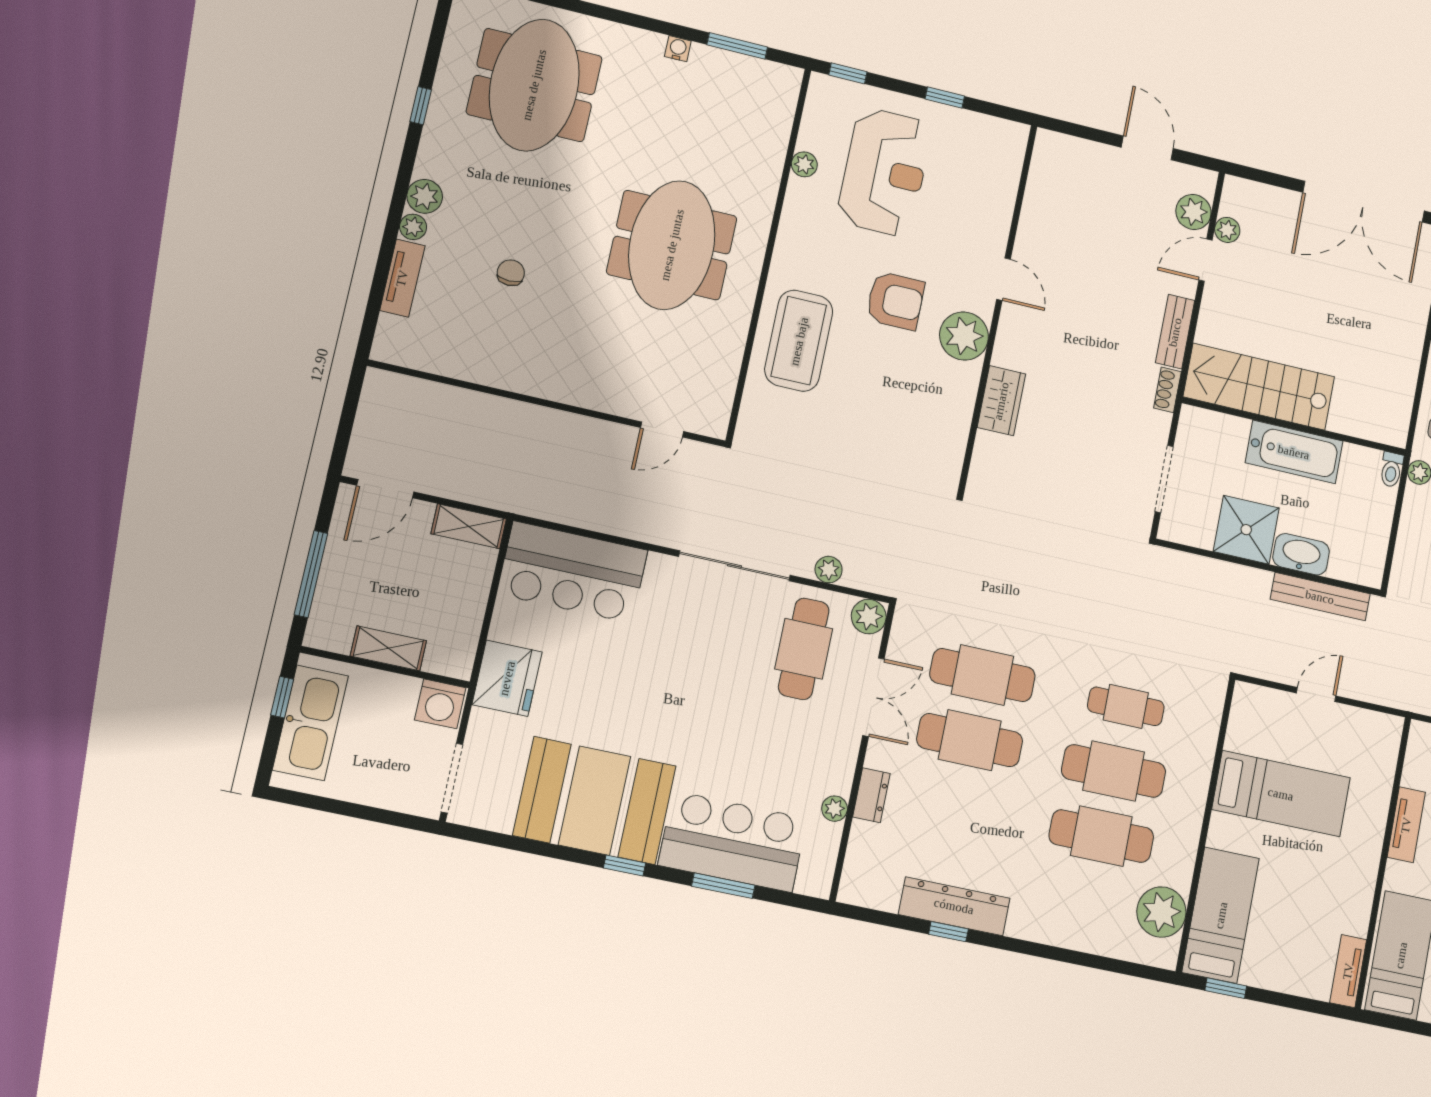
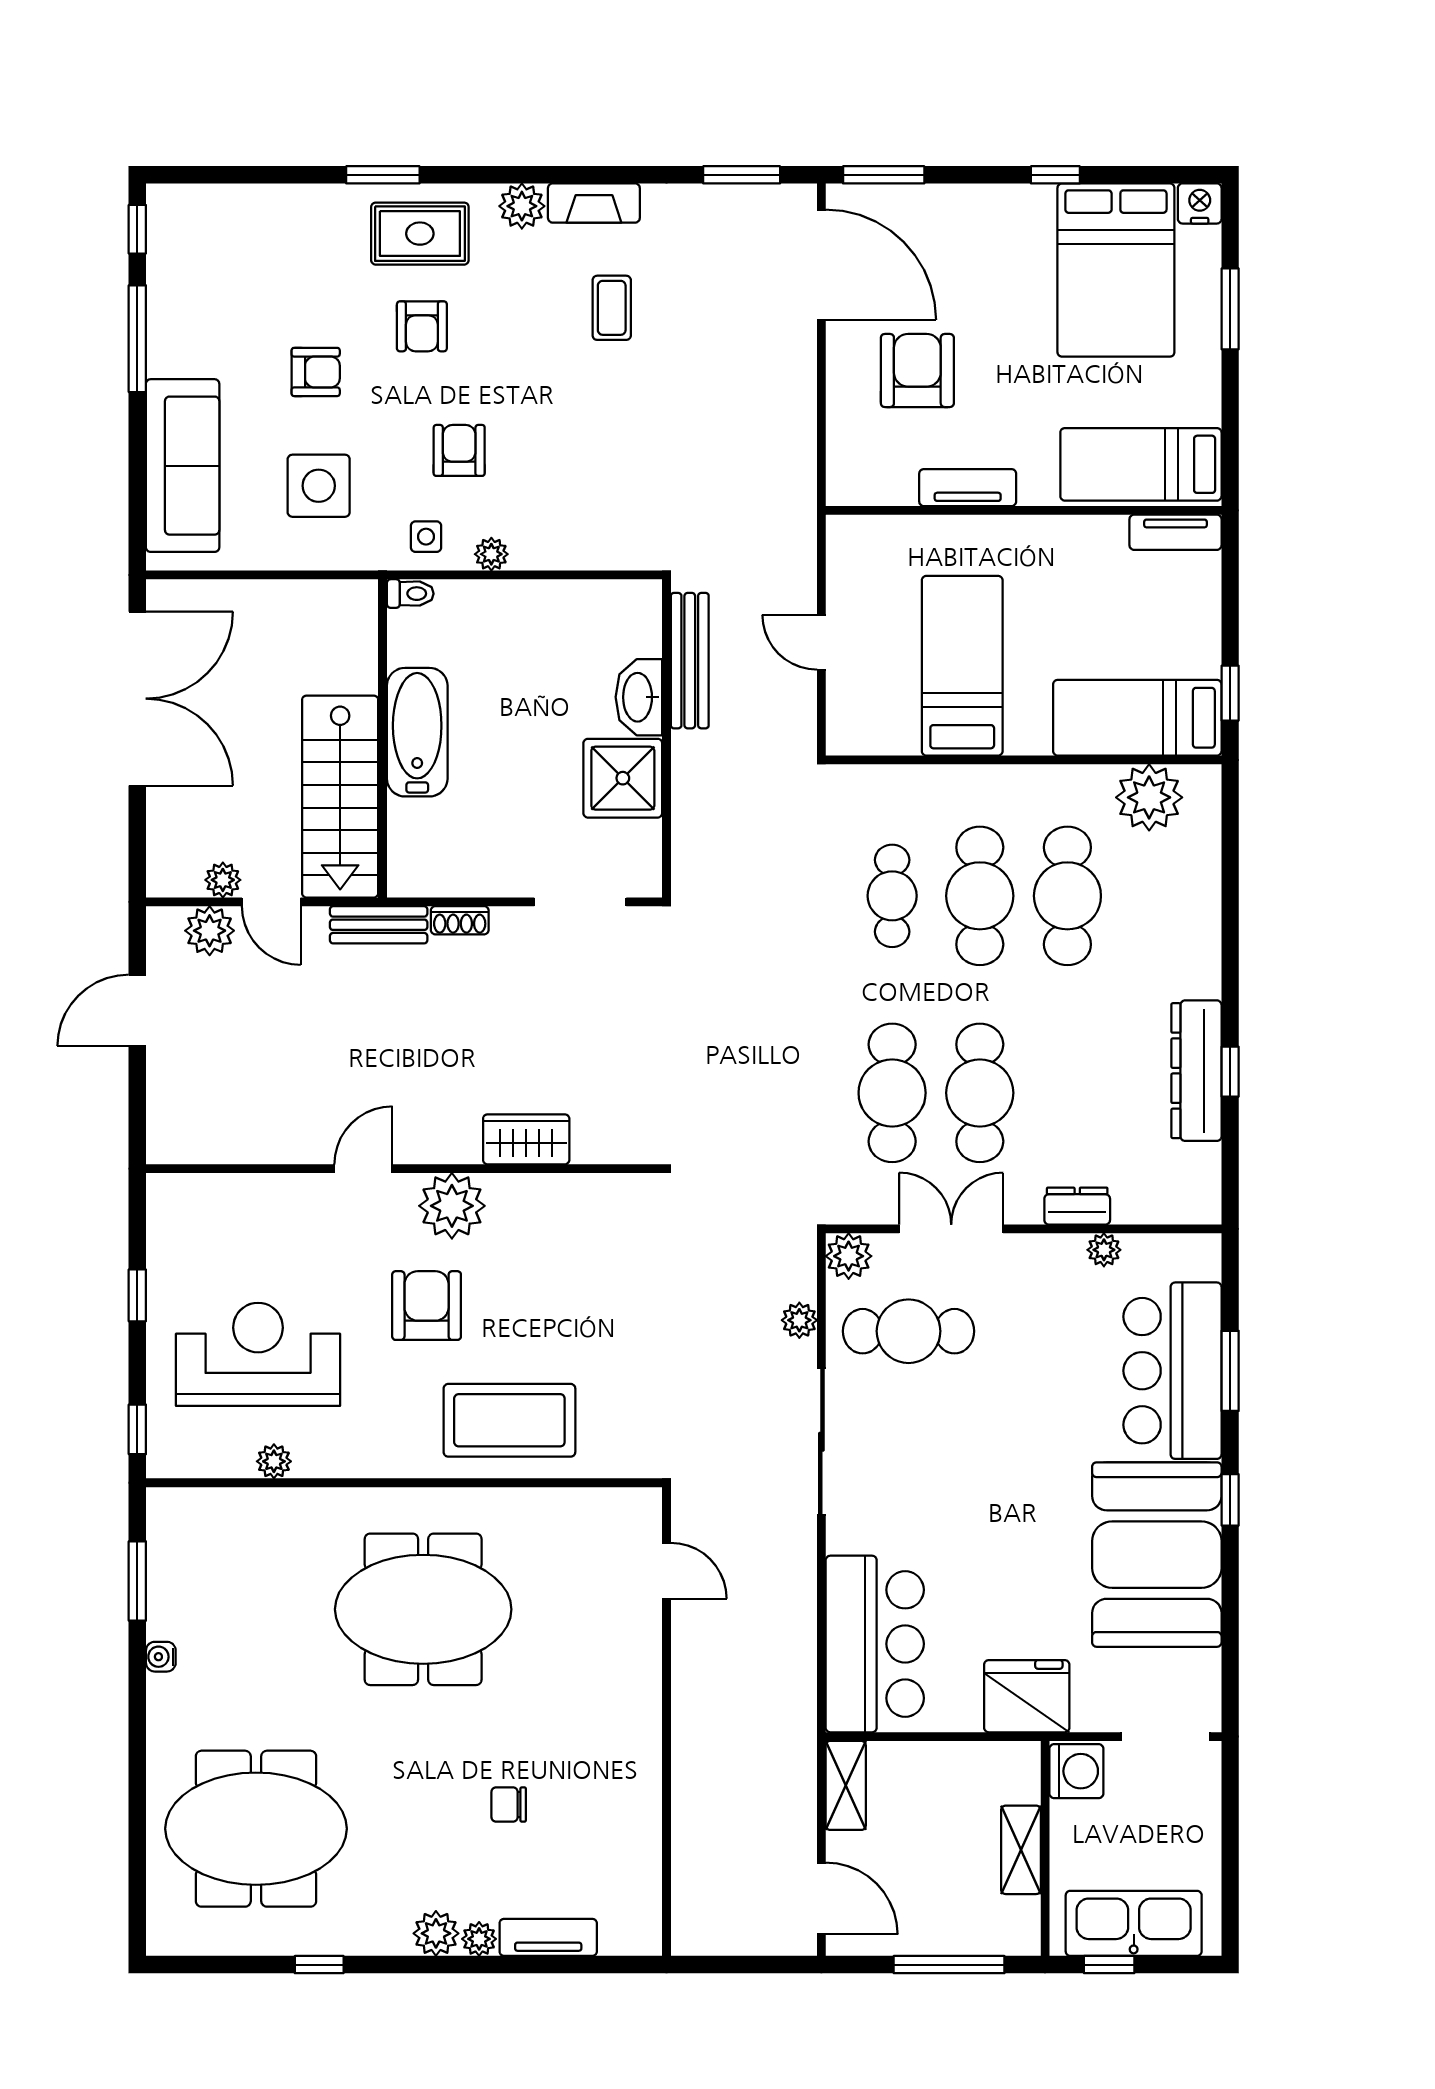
stairs: (1259, 387) -> (340, 797), moved
wall: (1294, 426) -> (383, 738), moved
bathtub: (1294, 452) -> (417, 732), moved
toilet: (1391, 470) -> (410, 594), moved

